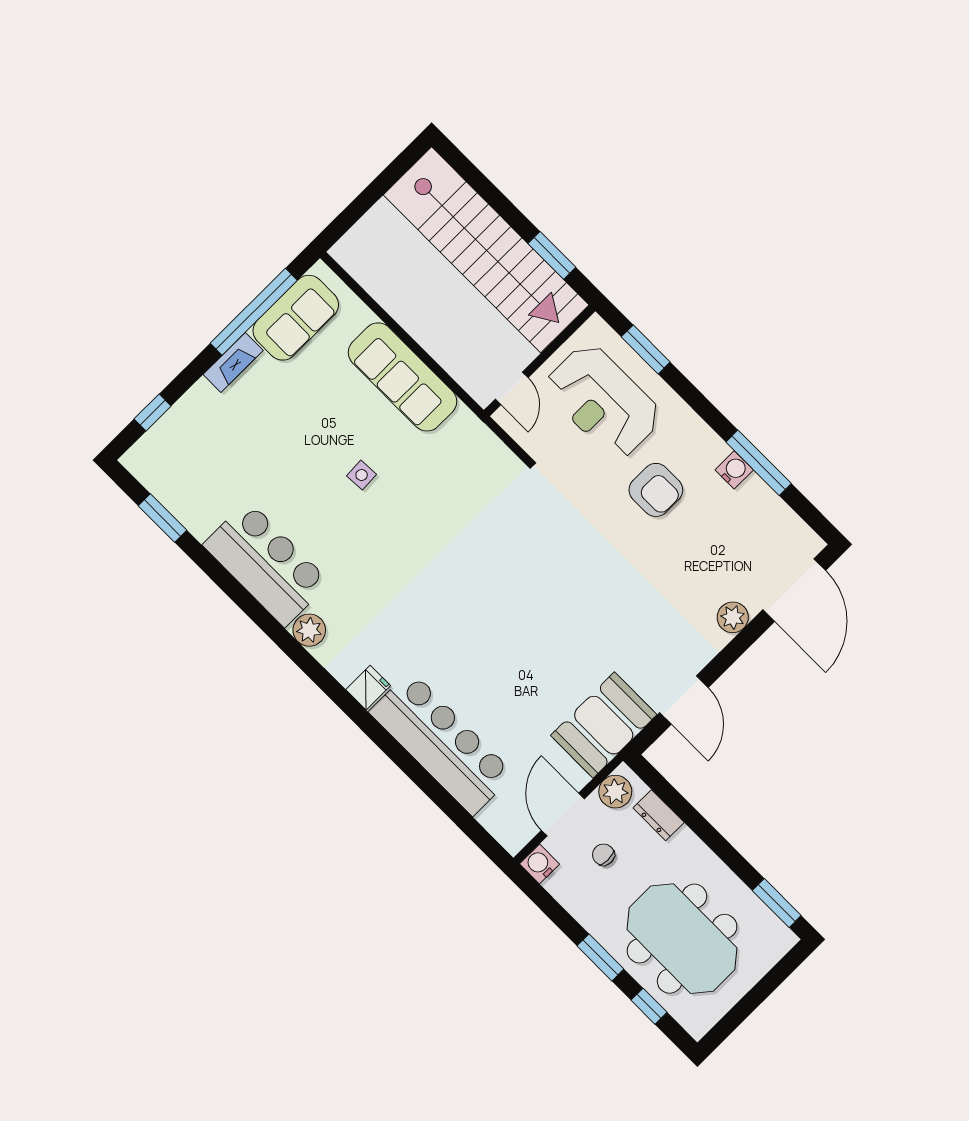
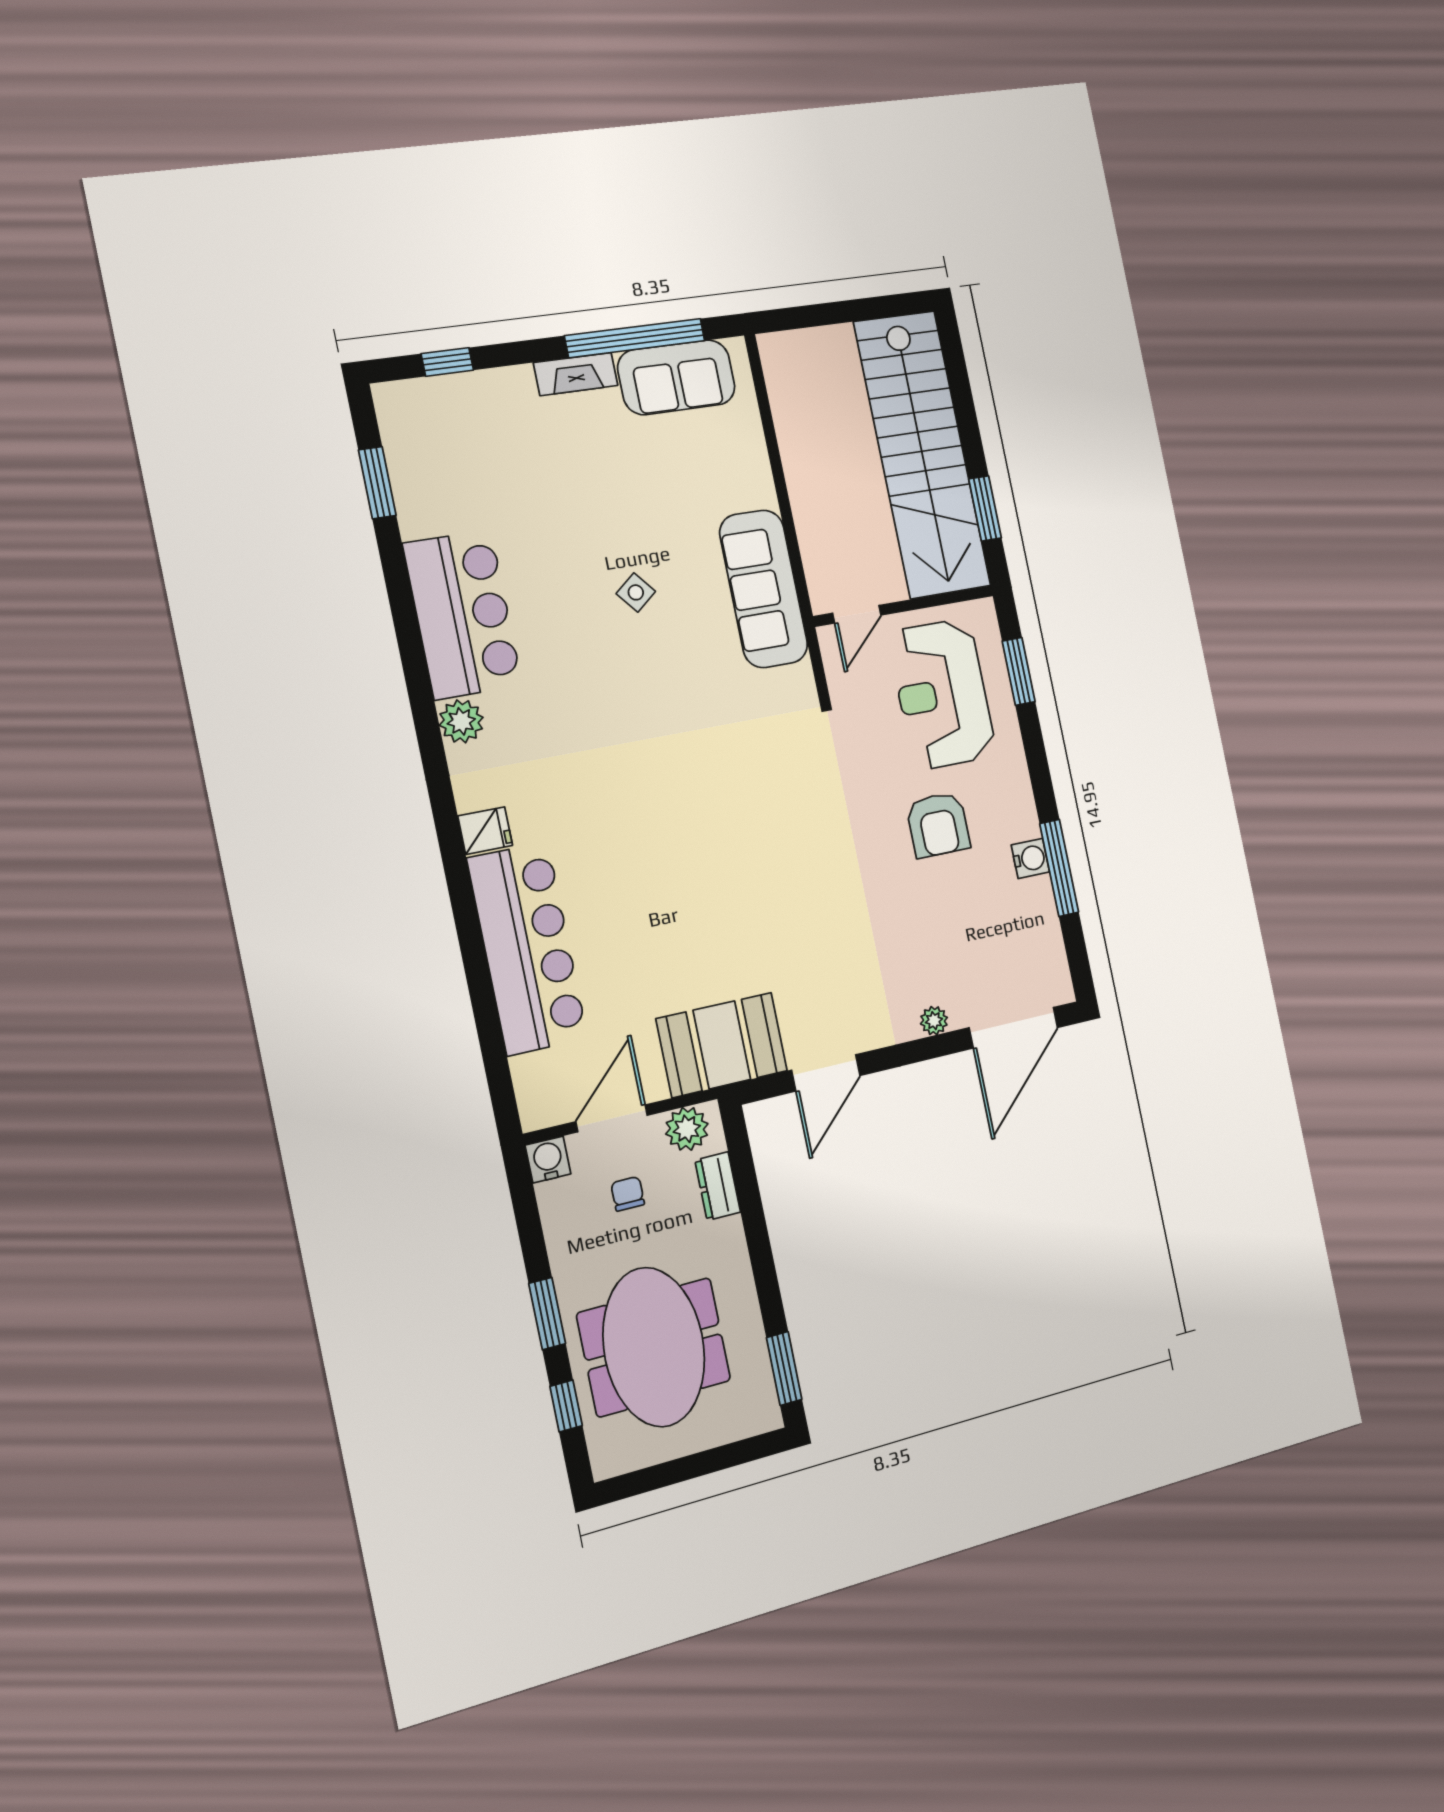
sofa: (402, 377) -> (764, 589), moved
side table: (362, 475) -> (636, 592), turned -36
plant: (733, 617) -> (934, 1021), width x0.73, depth x0.73

